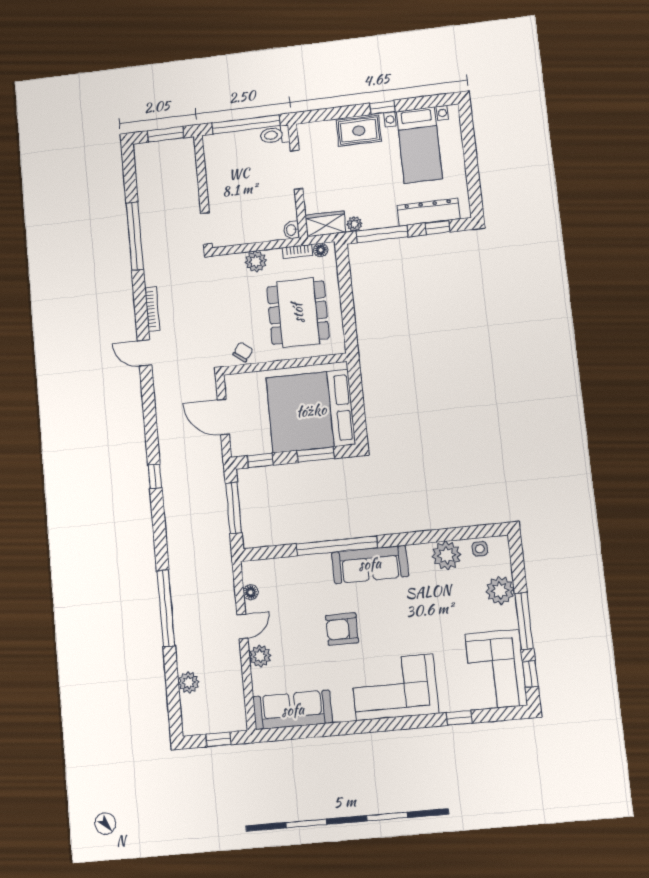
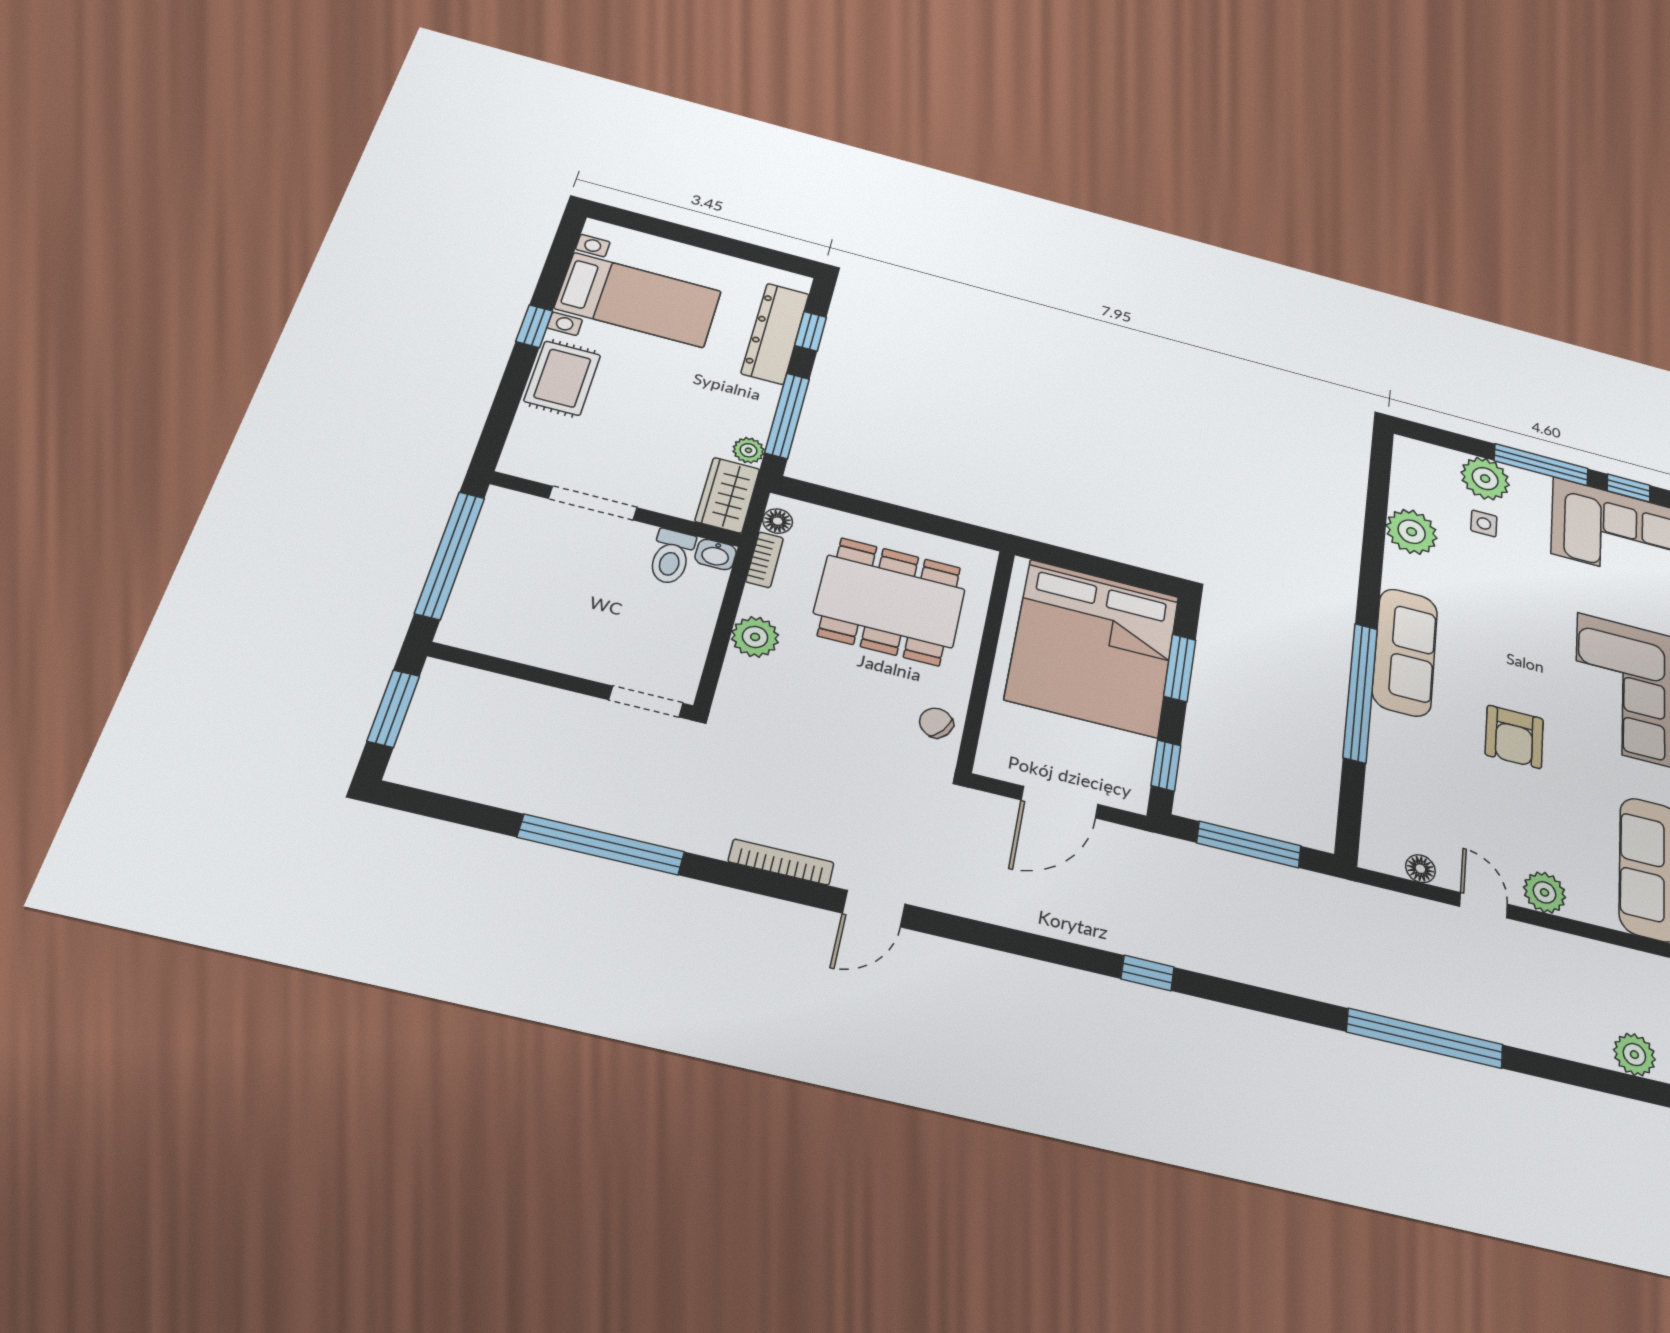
toilet: (275, 135) -> (671, 557), moved
side table: (480, 549) -> (1484, 523), moved
plant: (189, 682) -> (1634, 1055), moved

